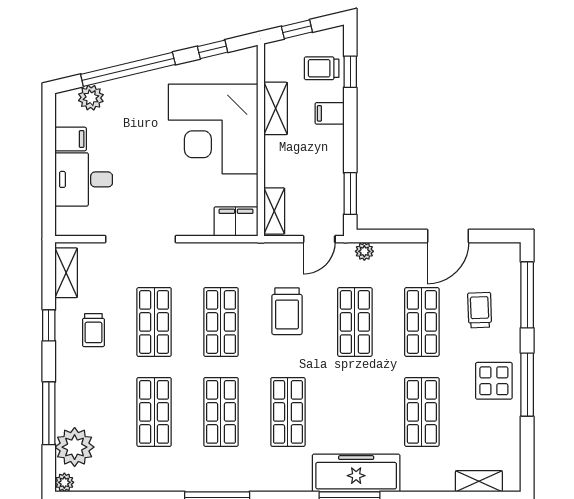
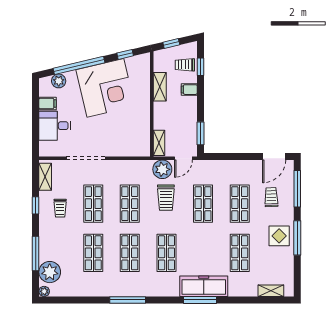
corner desk: (213, 129) -> (105, 88), moved, turned -103
filing cabinet: (236, 222) -> (138, 149), removed
door: (448, 236) -> (274, 157), moved
plant: (364, 251) -> (162, 169), moved, width x1.88, depth x1.88

